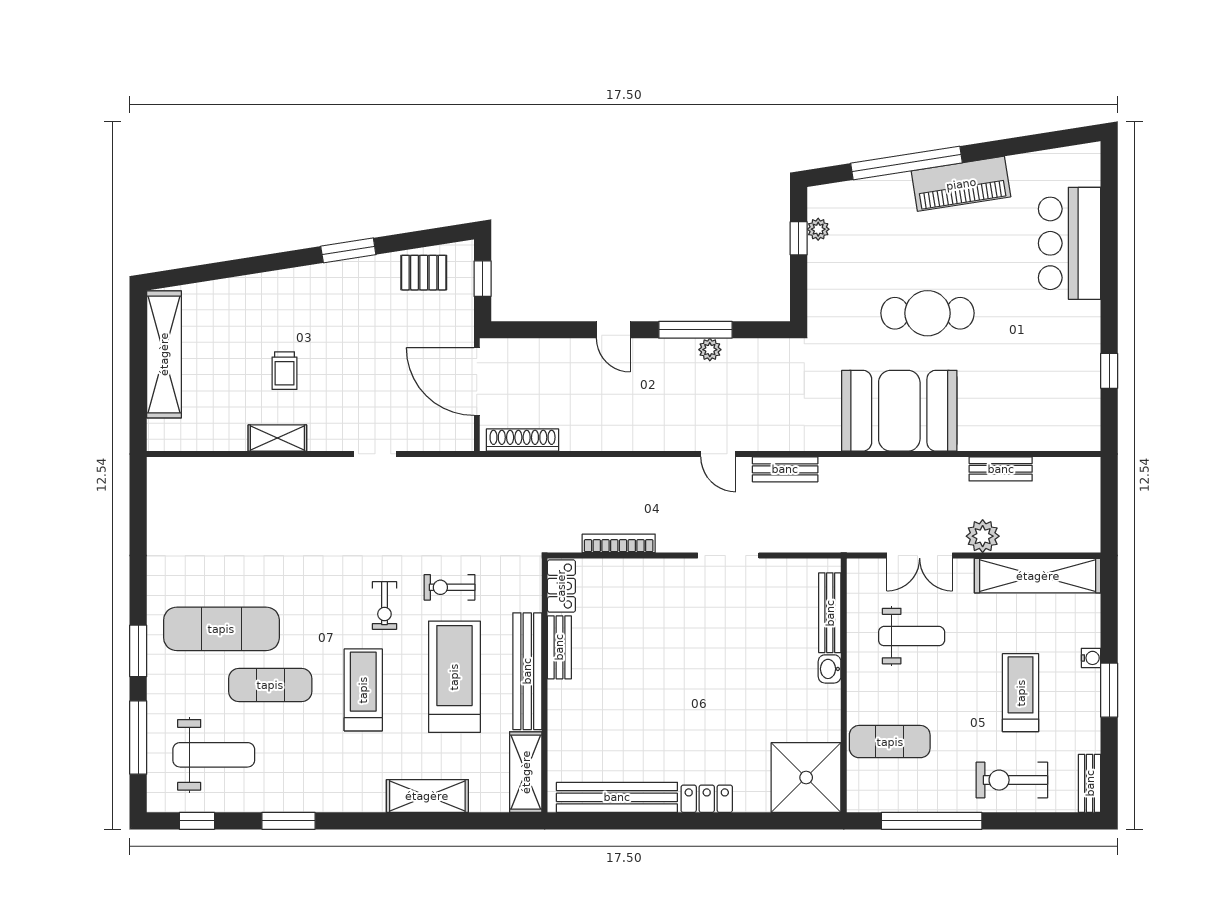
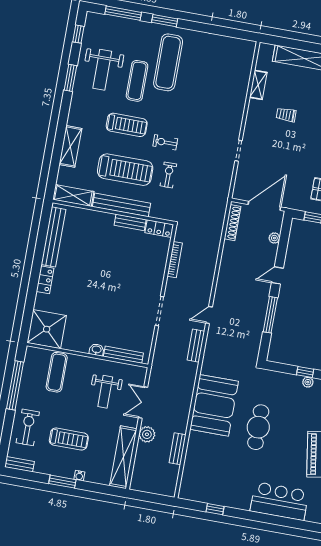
plant: (710, 350) -> (274, 238), moved
shelving: (277, 438) -> (258, 85), moved
weight bench: (214, 755) -> (102, 70), moved

